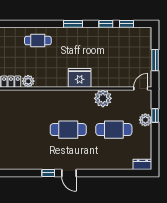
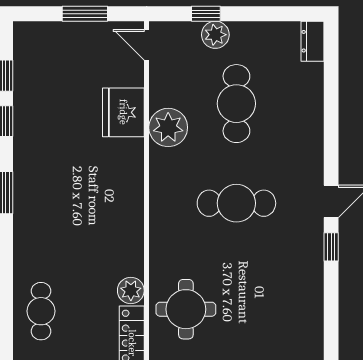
cafe table: (38, 41) -> (41, 311), moved
fridge: (80, 78) -> (123, 112), moved
round table: (20, 106) -> (186, 309), added
cafe table: (68, 130) -> (236, 203), turned 90

